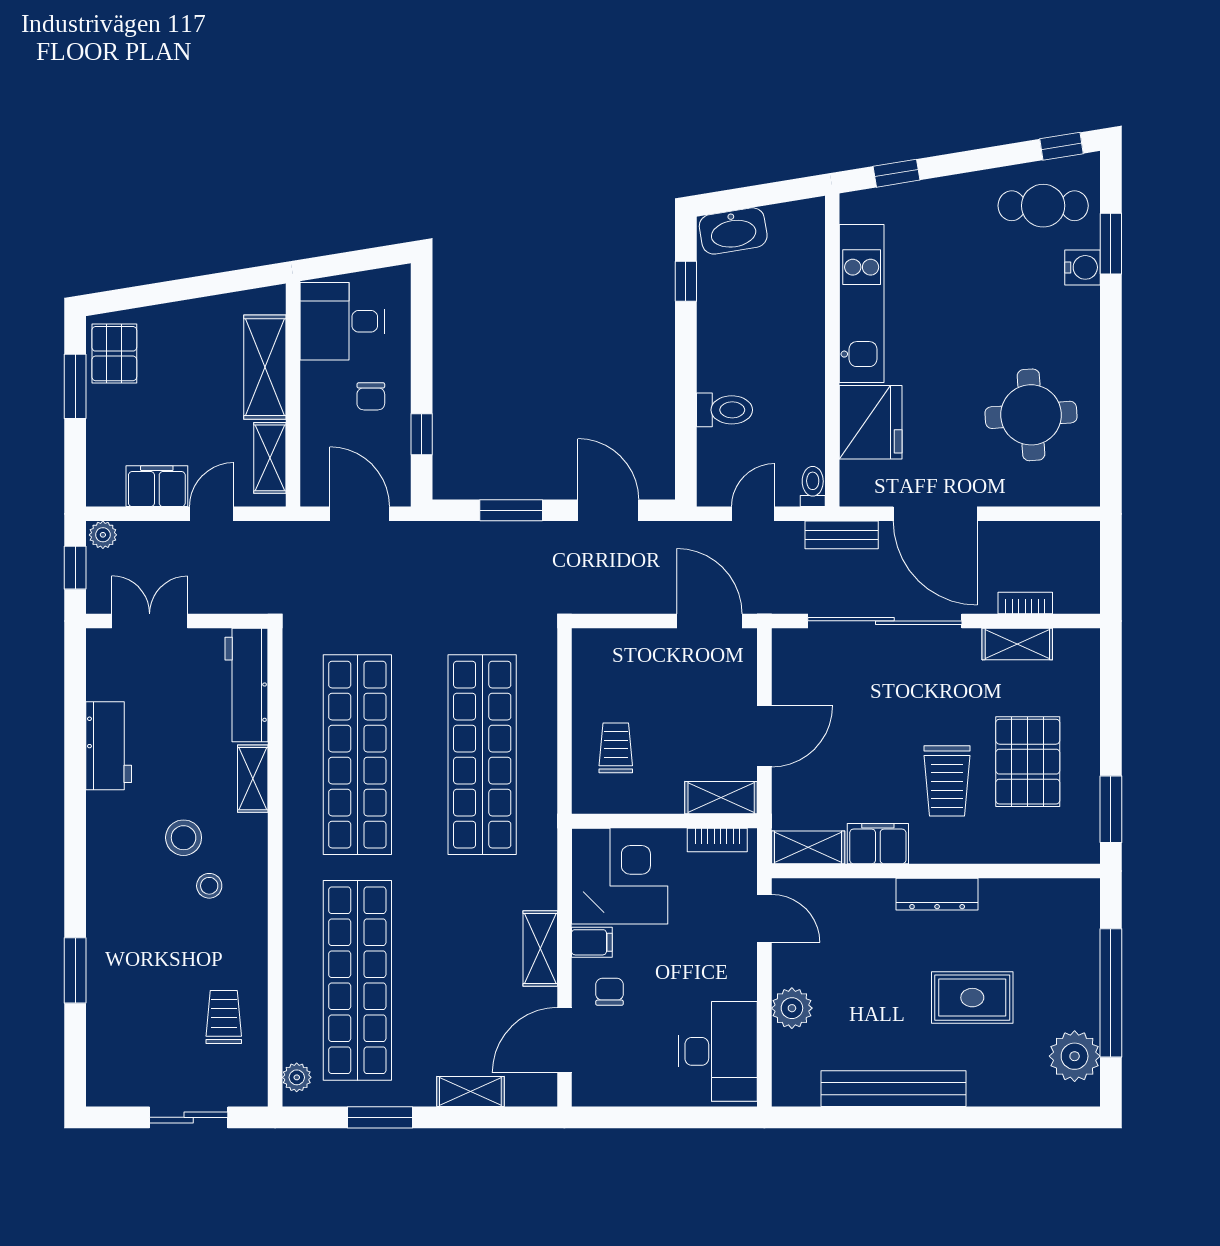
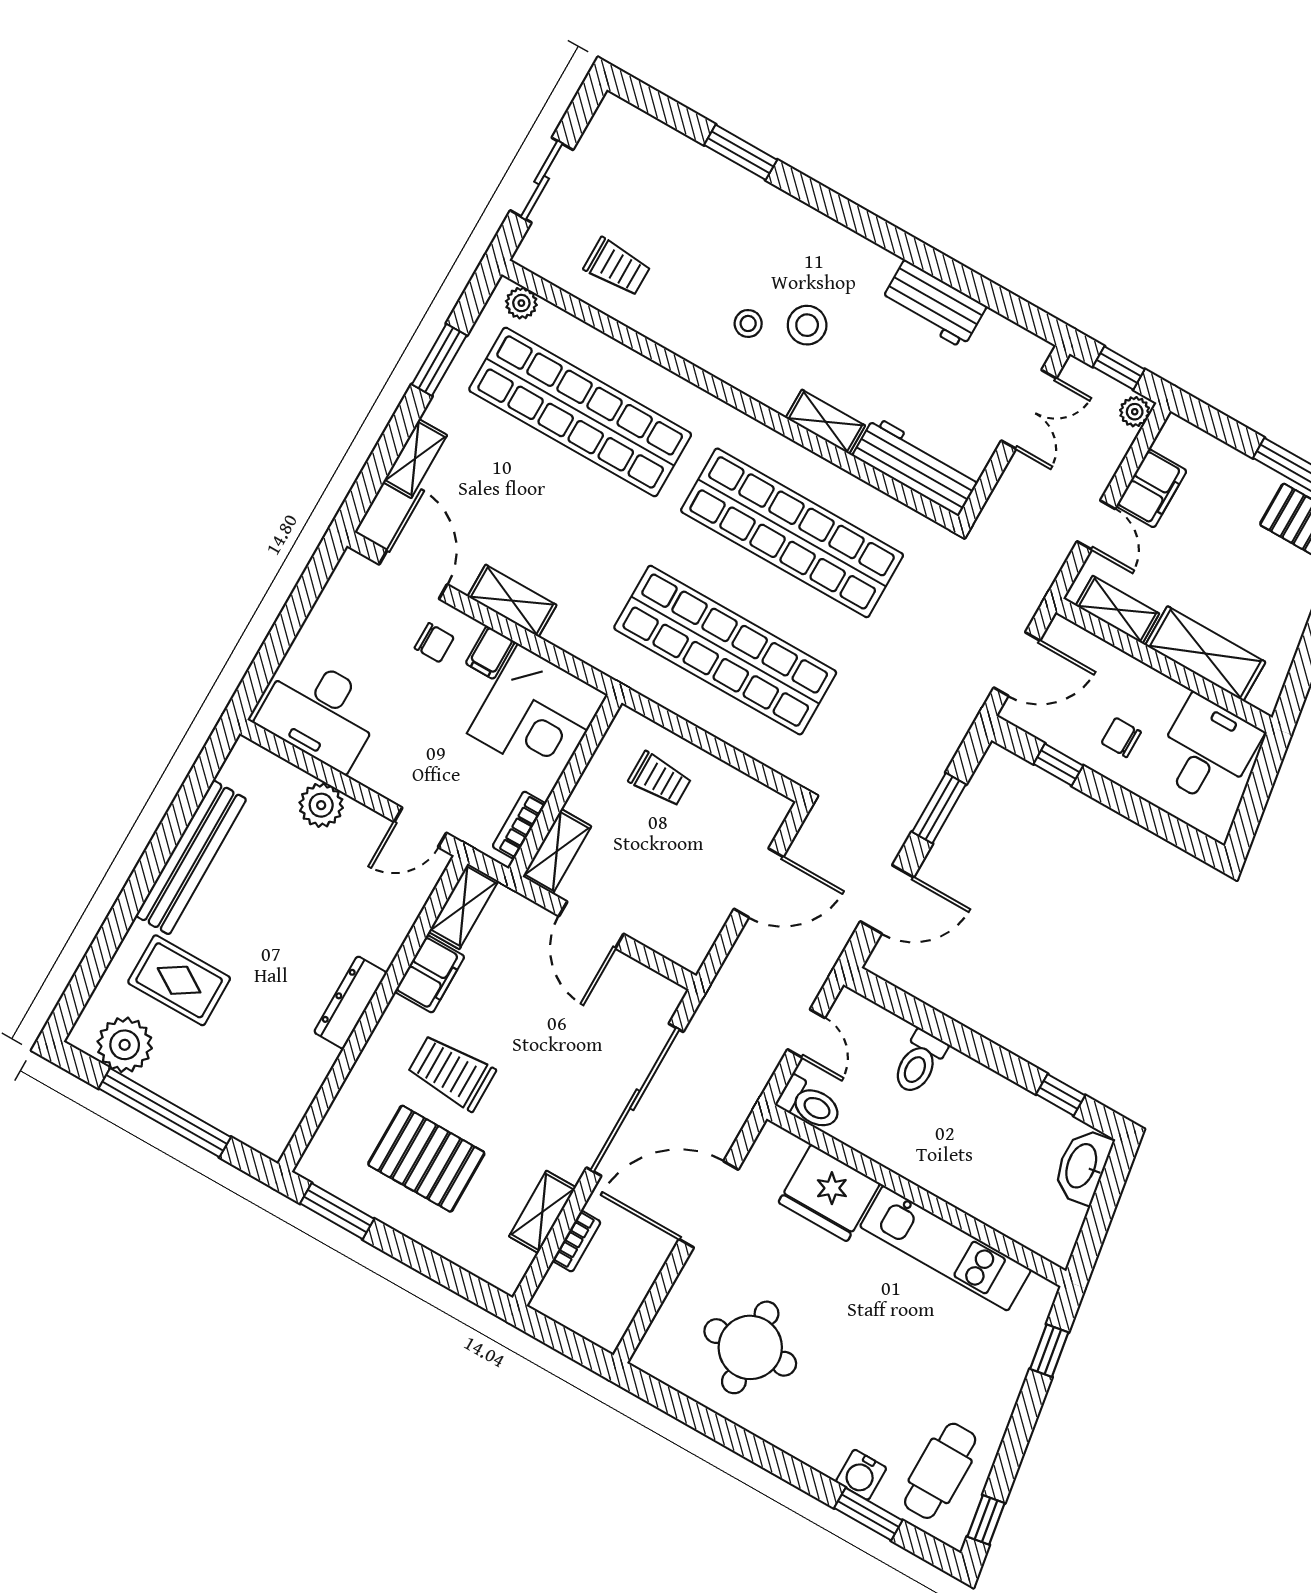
toilet: (813, 487) -> (810, 1104), width x1.37, depth x1.39
bench: (842, 535) -> (739, 1105), removed
door: (709, 621) -> (759, 883), moved
rug: (972, 998) -> (179, 980), moved, turned 90

